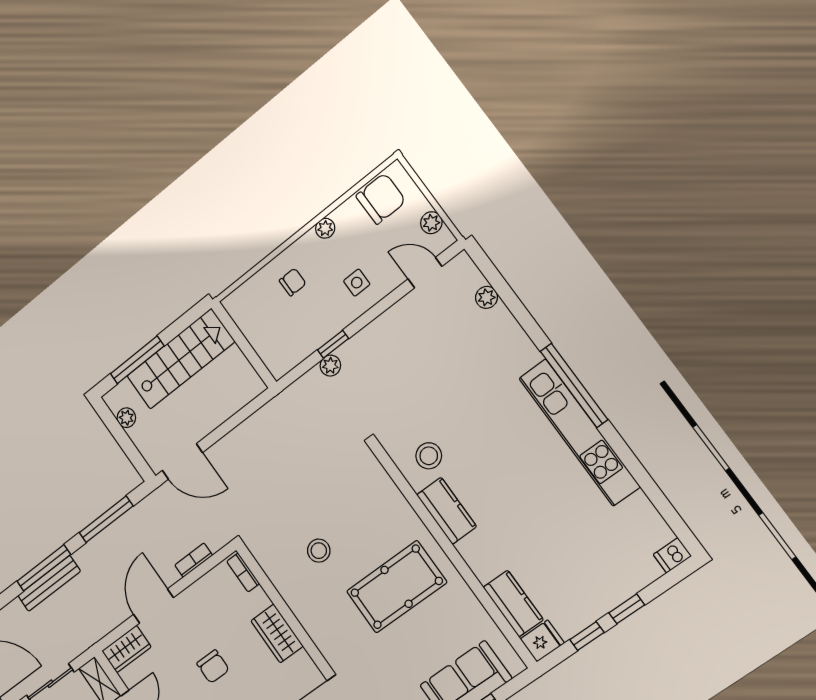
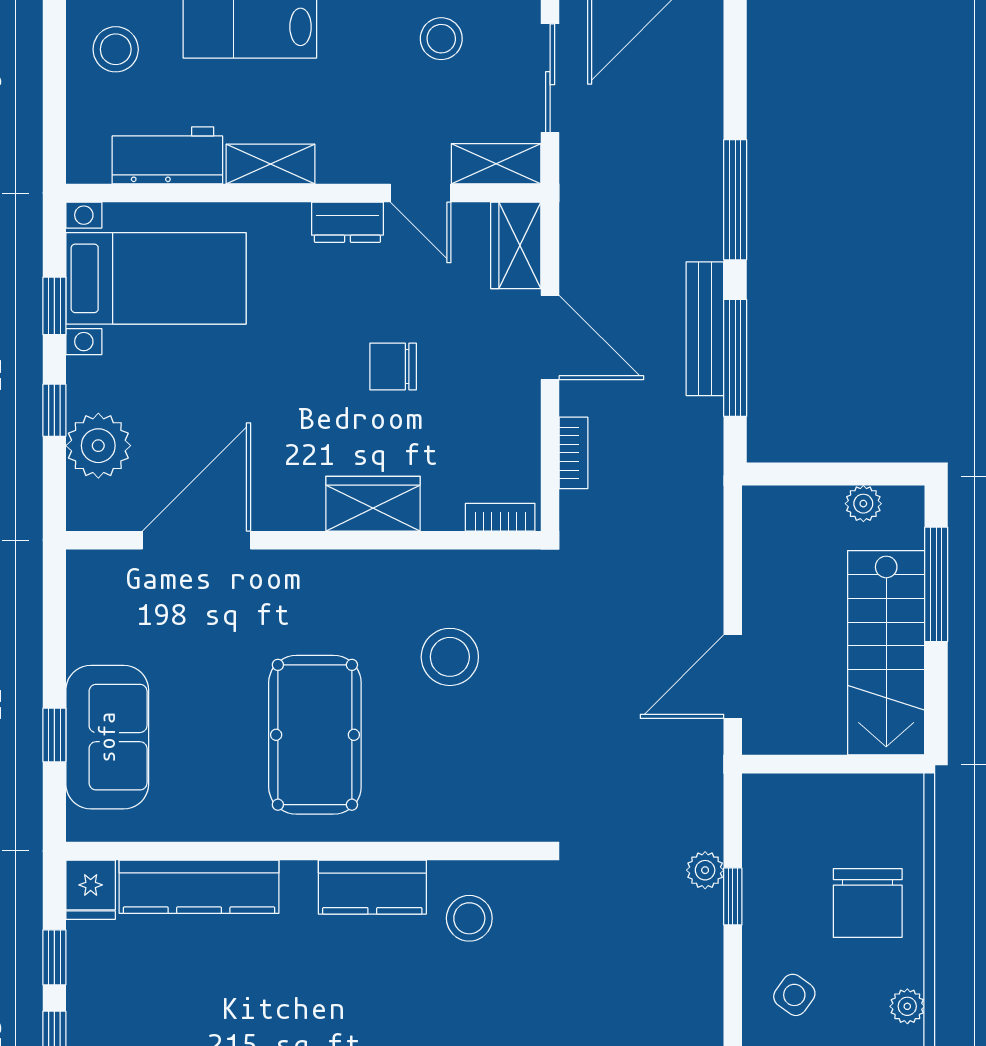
chair: (293, 282) -> (868, 903), width x1.87, depth x1.87
side table: (357, 283) -> (794, 995), turned 36
door: (182, 461) -> (733, 677), moved
stool: (319, 551) -> (450, 657), width x1.38, depth x1.38
bench: (49, 583) -> (705, 329), moved
kitchen counter: (513, 604) -> (199, 887), width x1.50

